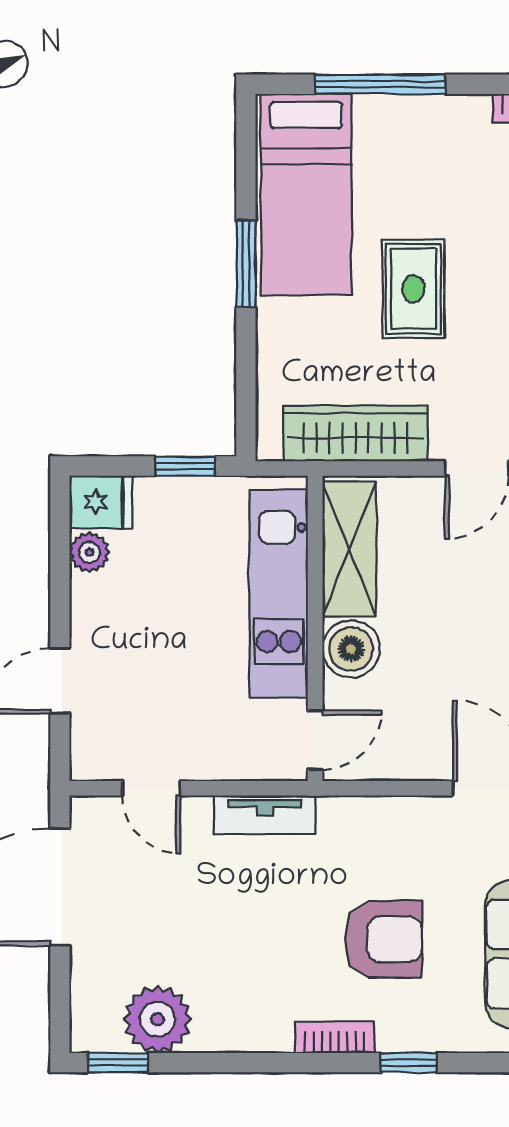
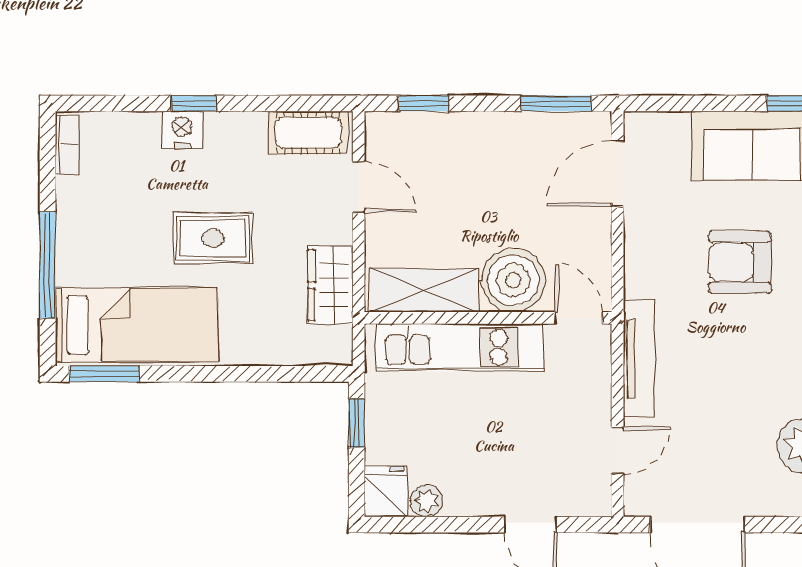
window: (246, 264) -> (104, 374), moved
wardrobe: (356, 433) -> (330, 285), width x0.67
boiler: (351, 649) -> (513, 280), width x1.37, depth x1.37
tv unit: (265, 815) -> (639, 359), width x1.41
armchair: (384, 939) -> (740, 262), turned -90

